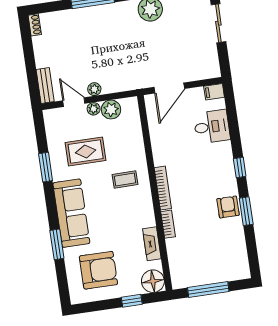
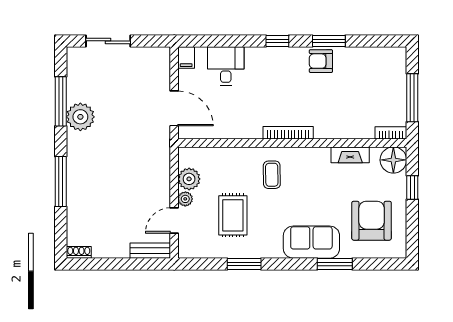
plant: (94, 89) -> (163, 195), removed
sofa: (71, 213) -> (311, 242), width x0.73
bookcase: (168, 224) -> (391, 133), moved

